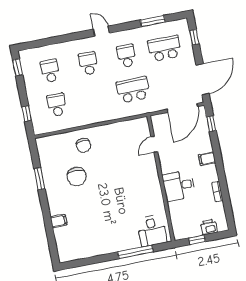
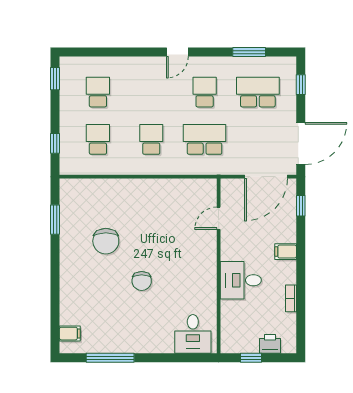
door: (101, 31) -> (177, 52), swing flipped
school desk: (88, 63) -> (151, 139), moved
chair: (84, 145) -> (142, 281), moved
window: (39, 179) -> (55, 220), moved
filing cabinet: (59, 221) -> (70, 334), moved
window: (135, 252) -> (110, 358), moved

